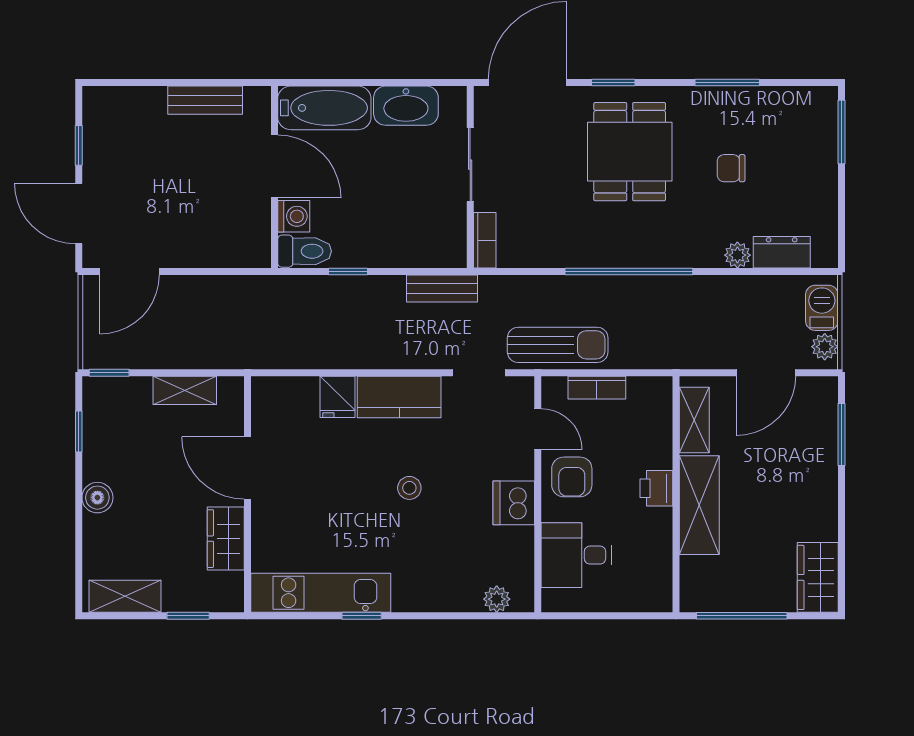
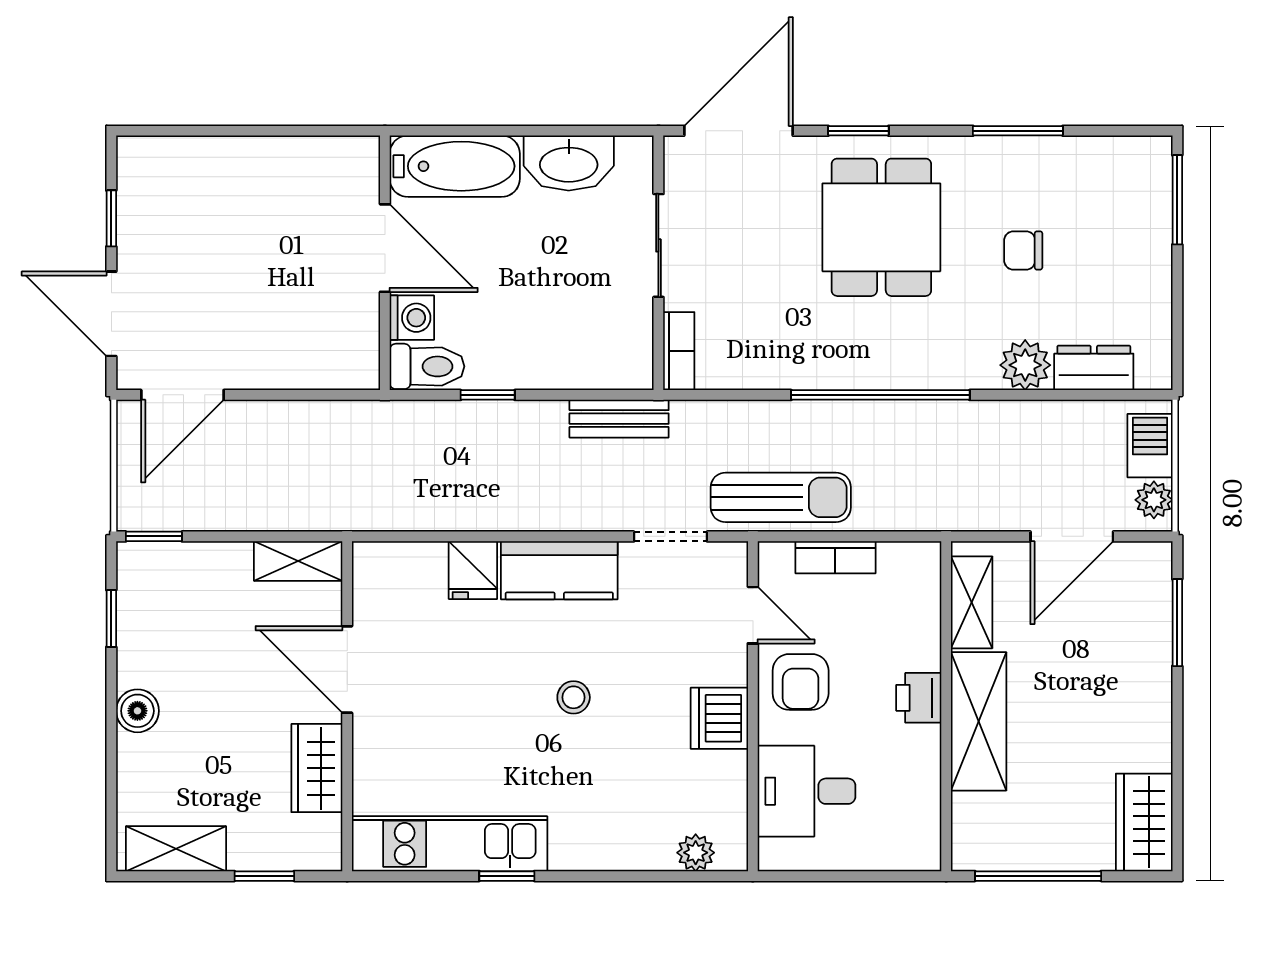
bench: (205, 100) -> (288, 155), removed
plant: (737, 255) -> (1025, 365), width x1.38, depth x1.38
shelving: (185, 390) -> (298, 561), moved

